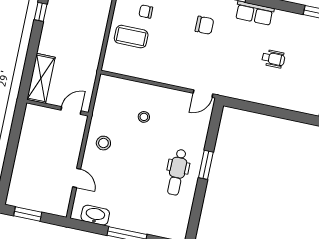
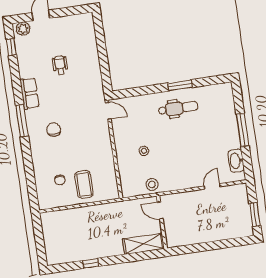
stool: (103, 143) -> (152, 184), moved
window: (206, 165) -> (180, 85), moved

